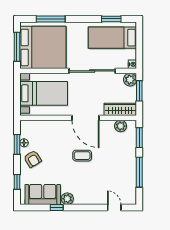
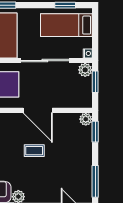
wardrobe: (120, 109) -> (75, 101), removed
plant: (121, 126) -> (86, 119), moved
window: (139, 172) -> (95, 181), moved

